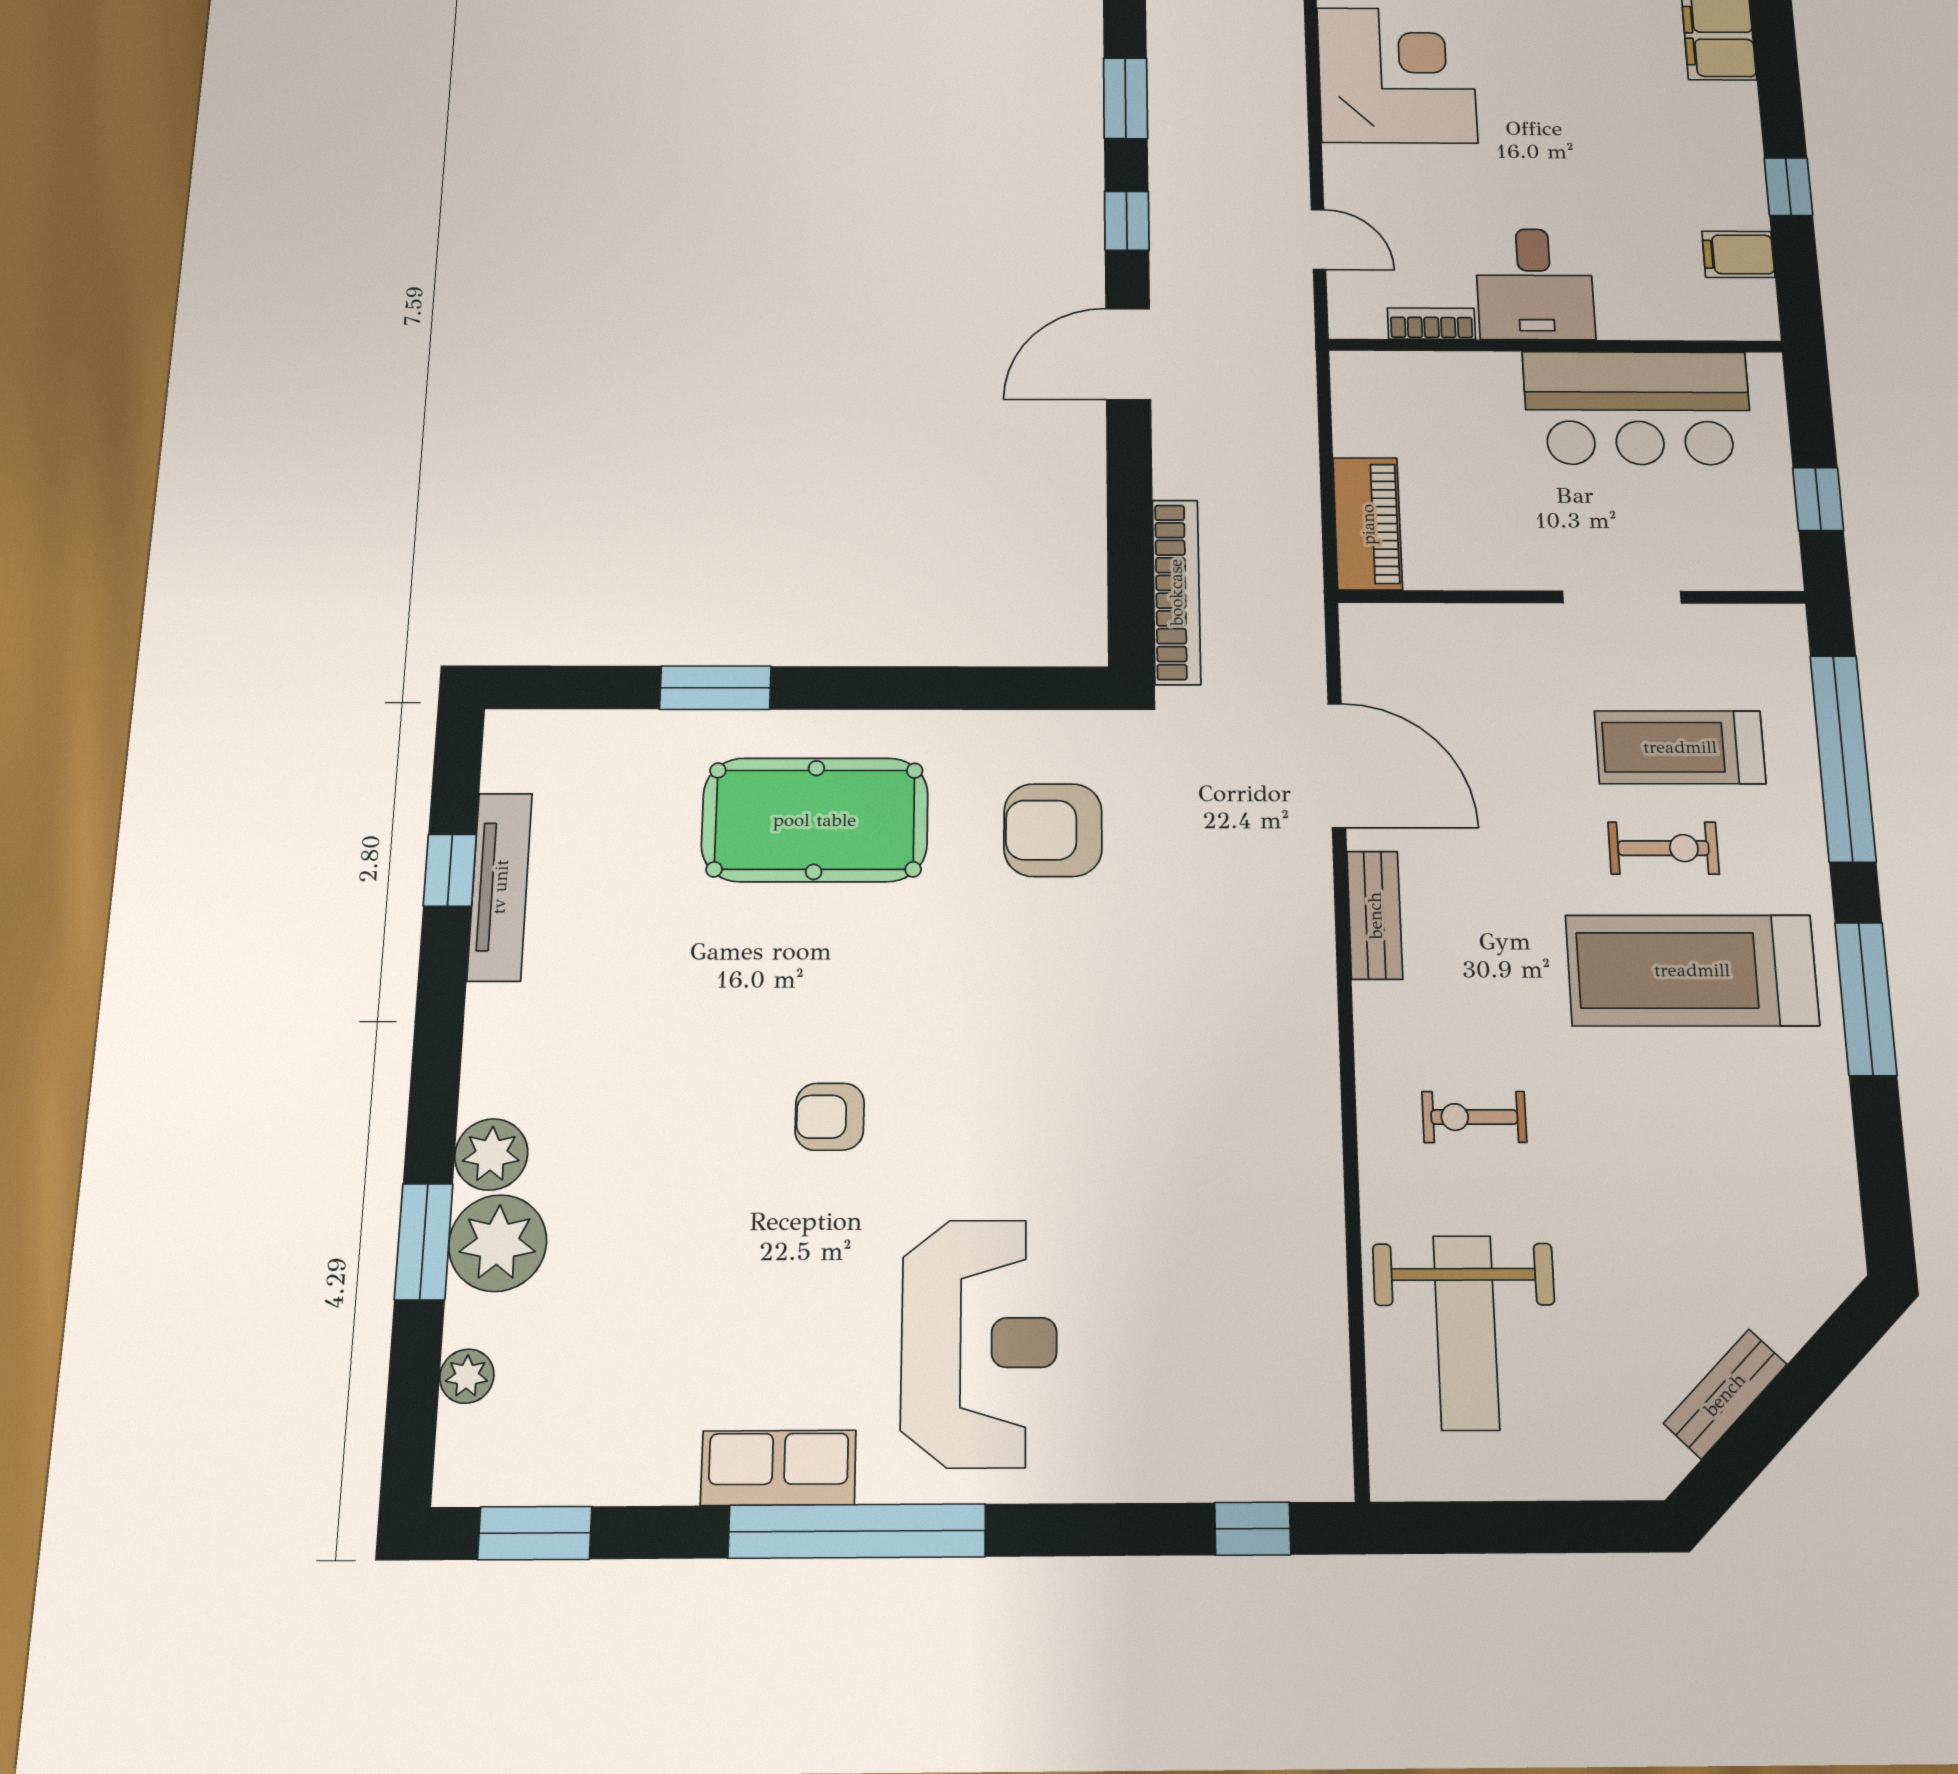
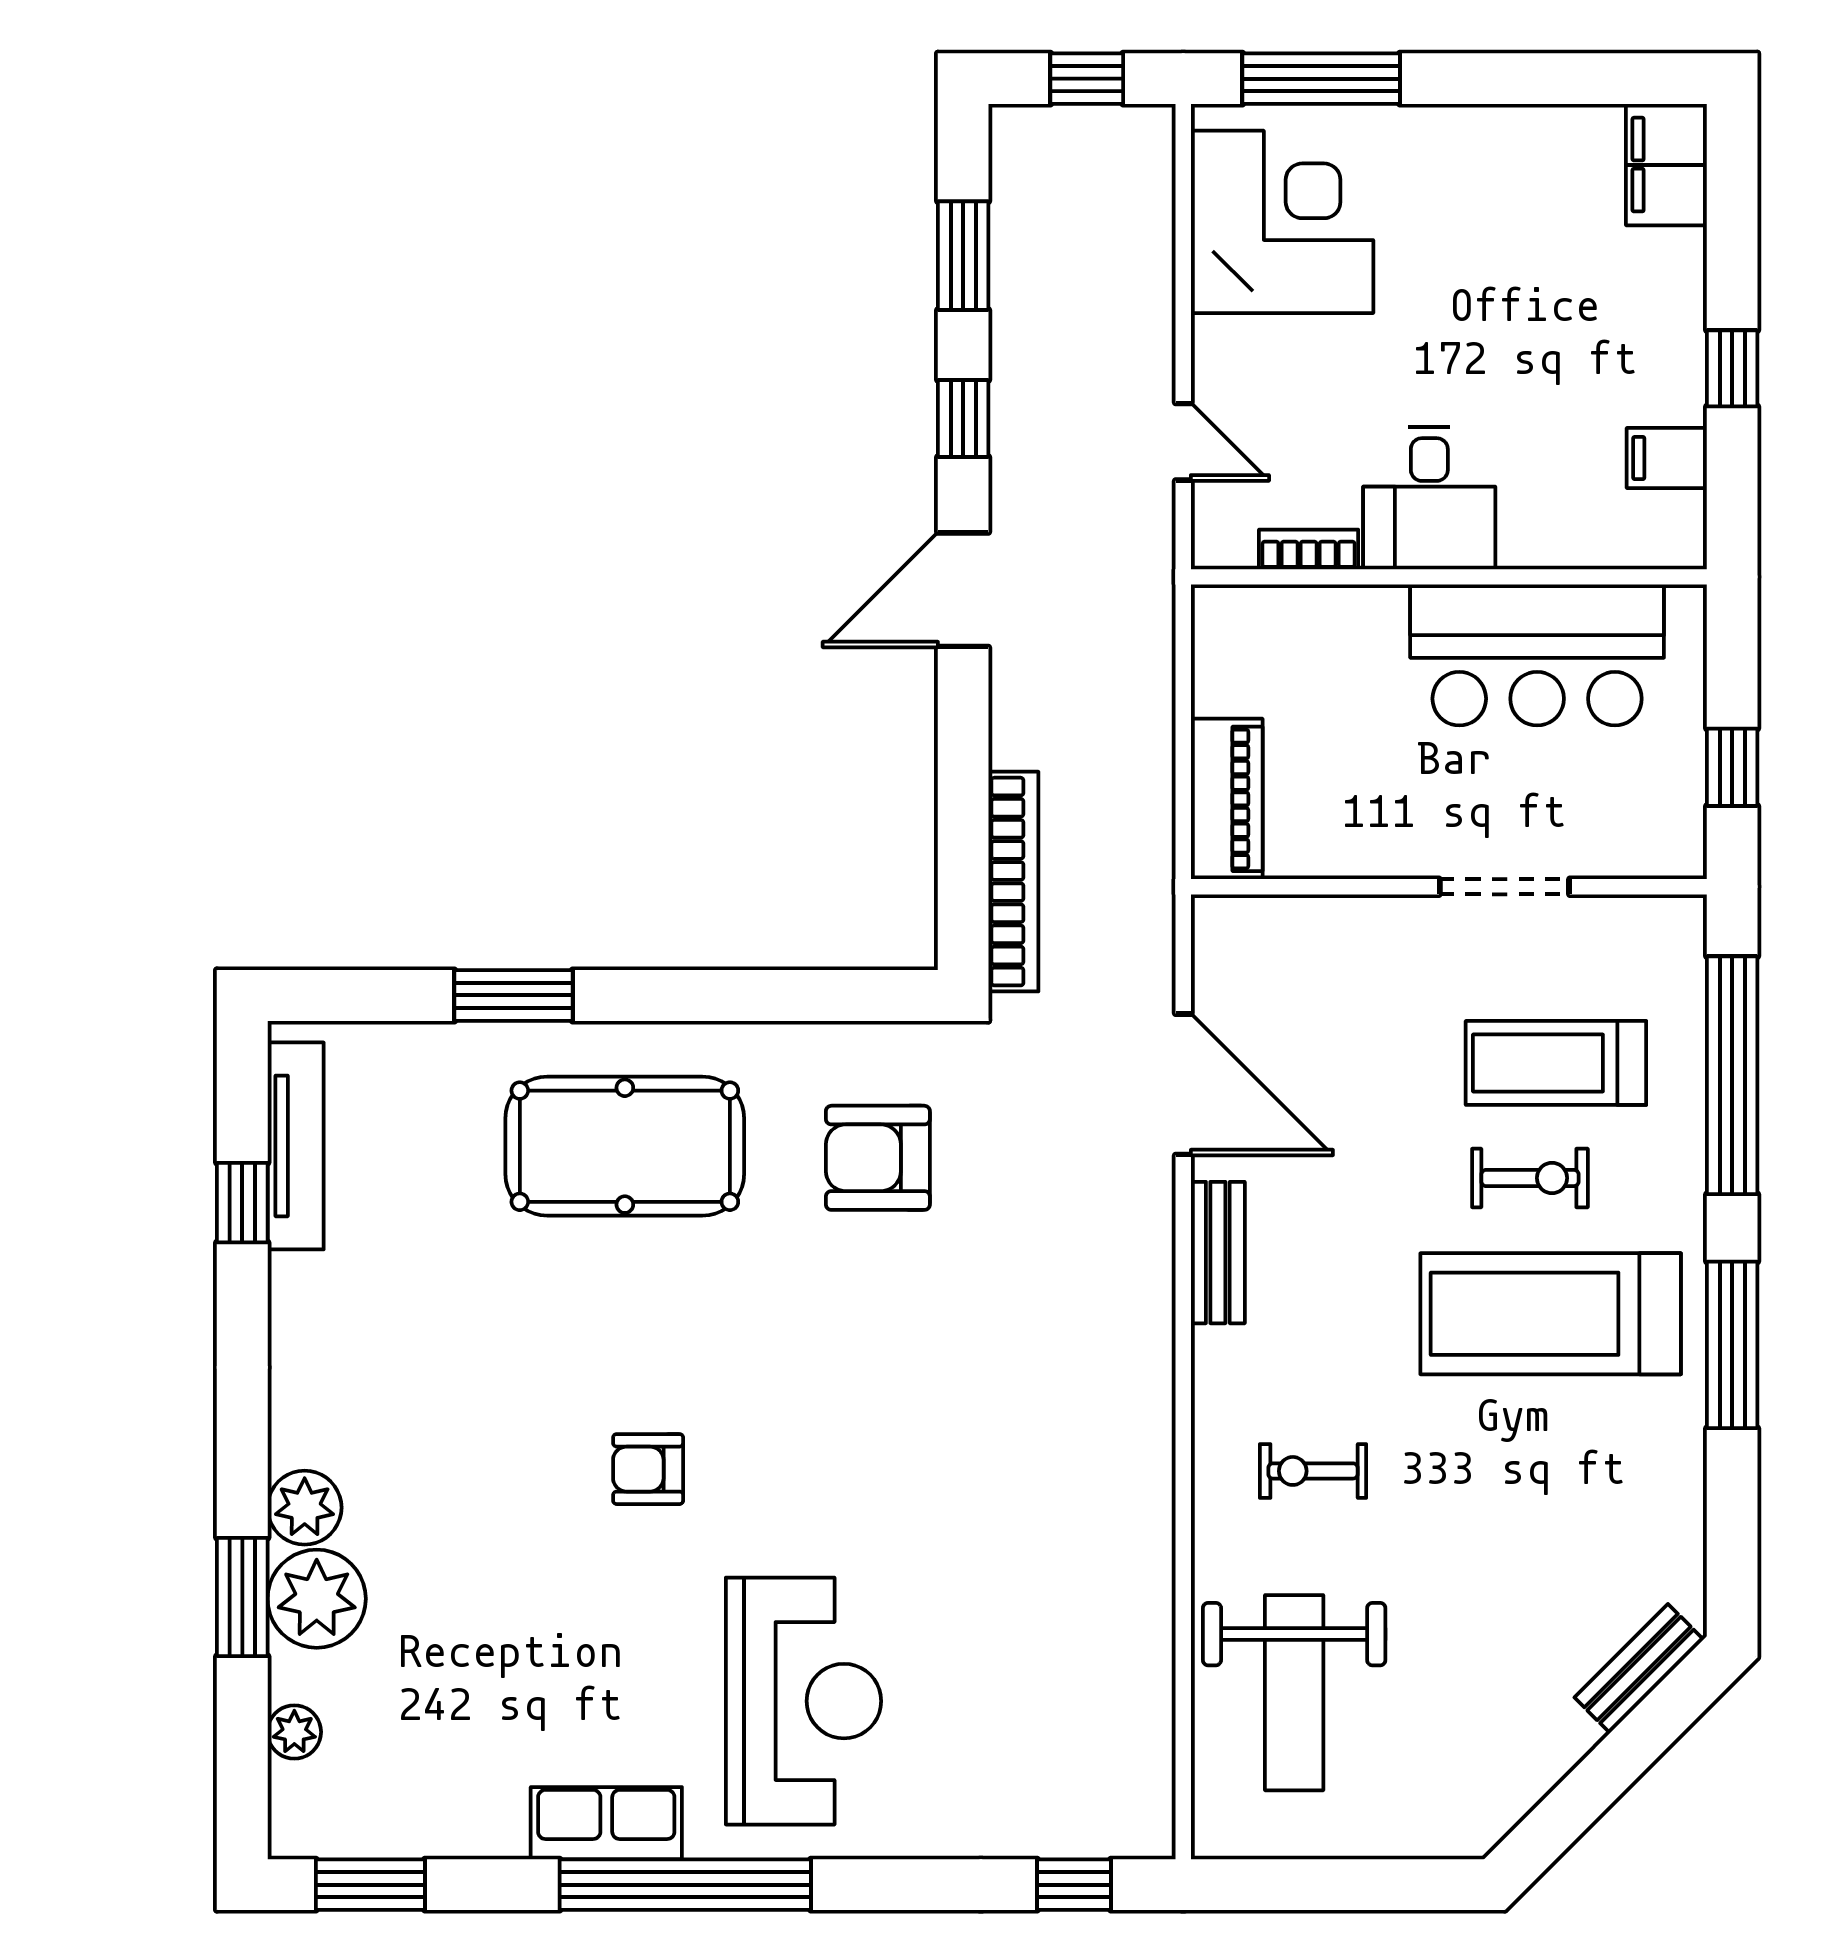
tv unit: (500, 887) -> (296, 1146), moved
bench: (1725, 1394) -> (1639, 1669), moved

